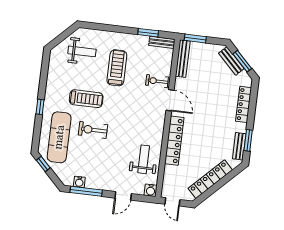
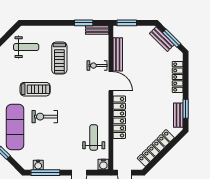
bench: (183, 59) -> (118, 54), moved
treadmill: (117, 68) -> (59, 58), turned 180

